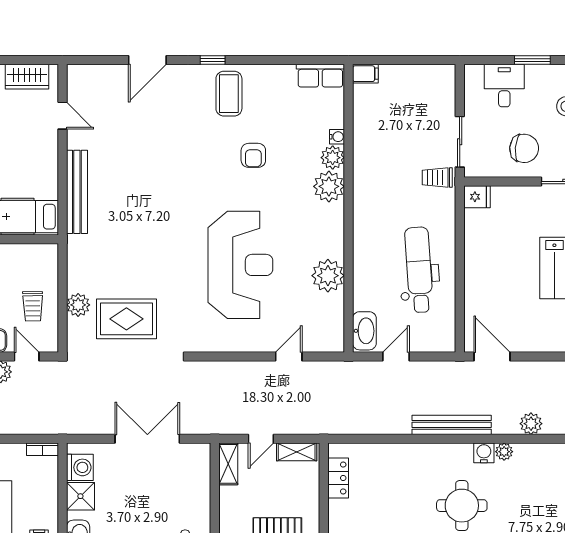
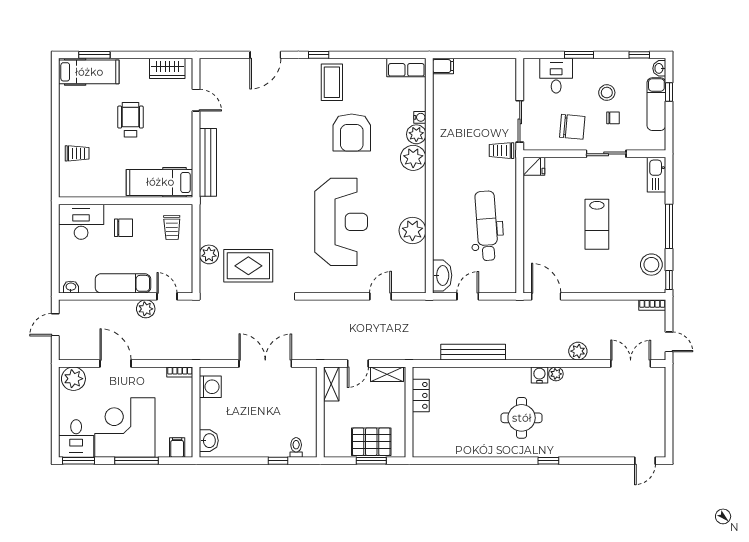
armchair: (253, 155) -> (352, 133), width x1.88, depth x1.88
trolley: (33, 306) -> (172, 228), moved
bench: (452, 425) -> (473, 352), moved
shower: (80, 496) -> (211, 410), removed

